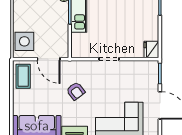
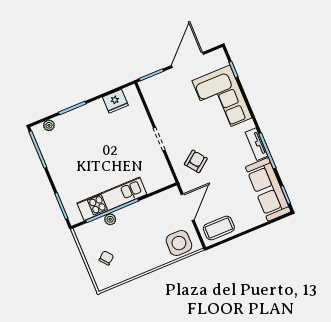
fridge: (151, 49) -> (115, 101), moved
armchair: (76, 91) -> (196, 161), moved

